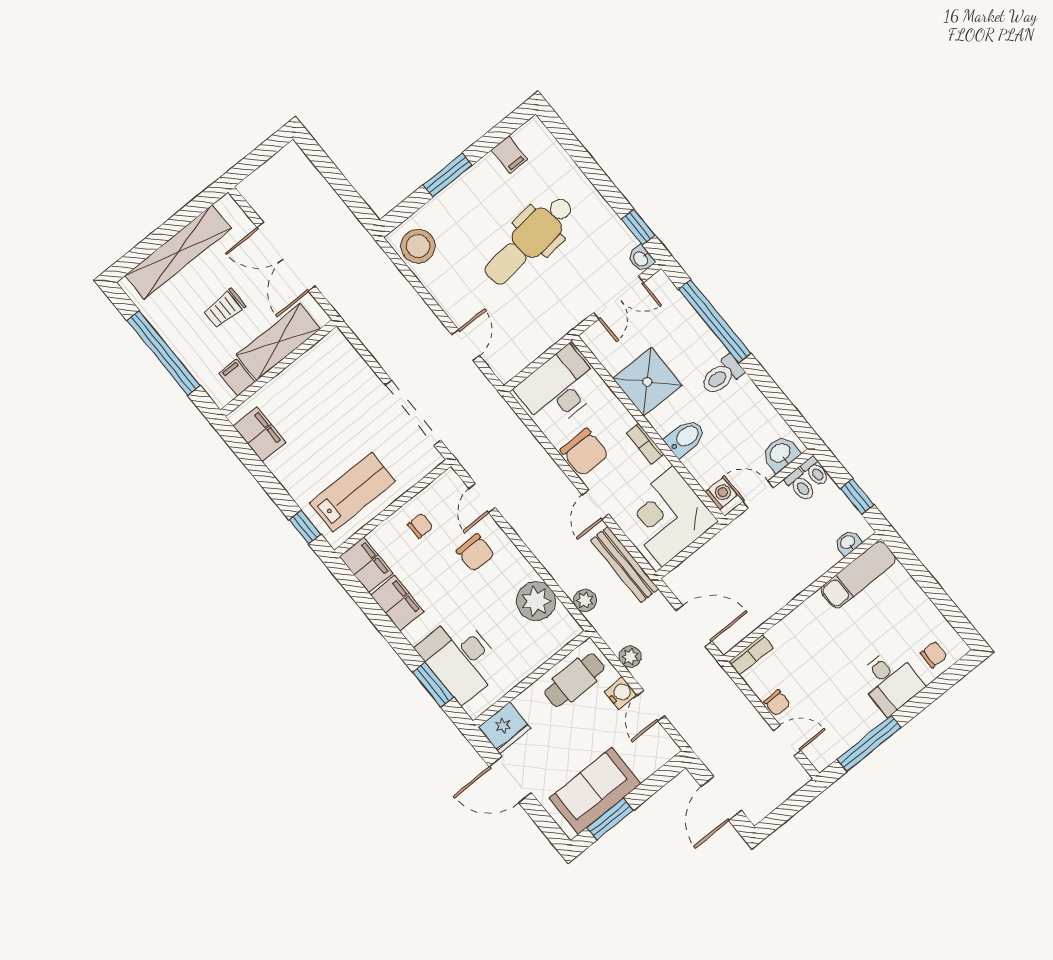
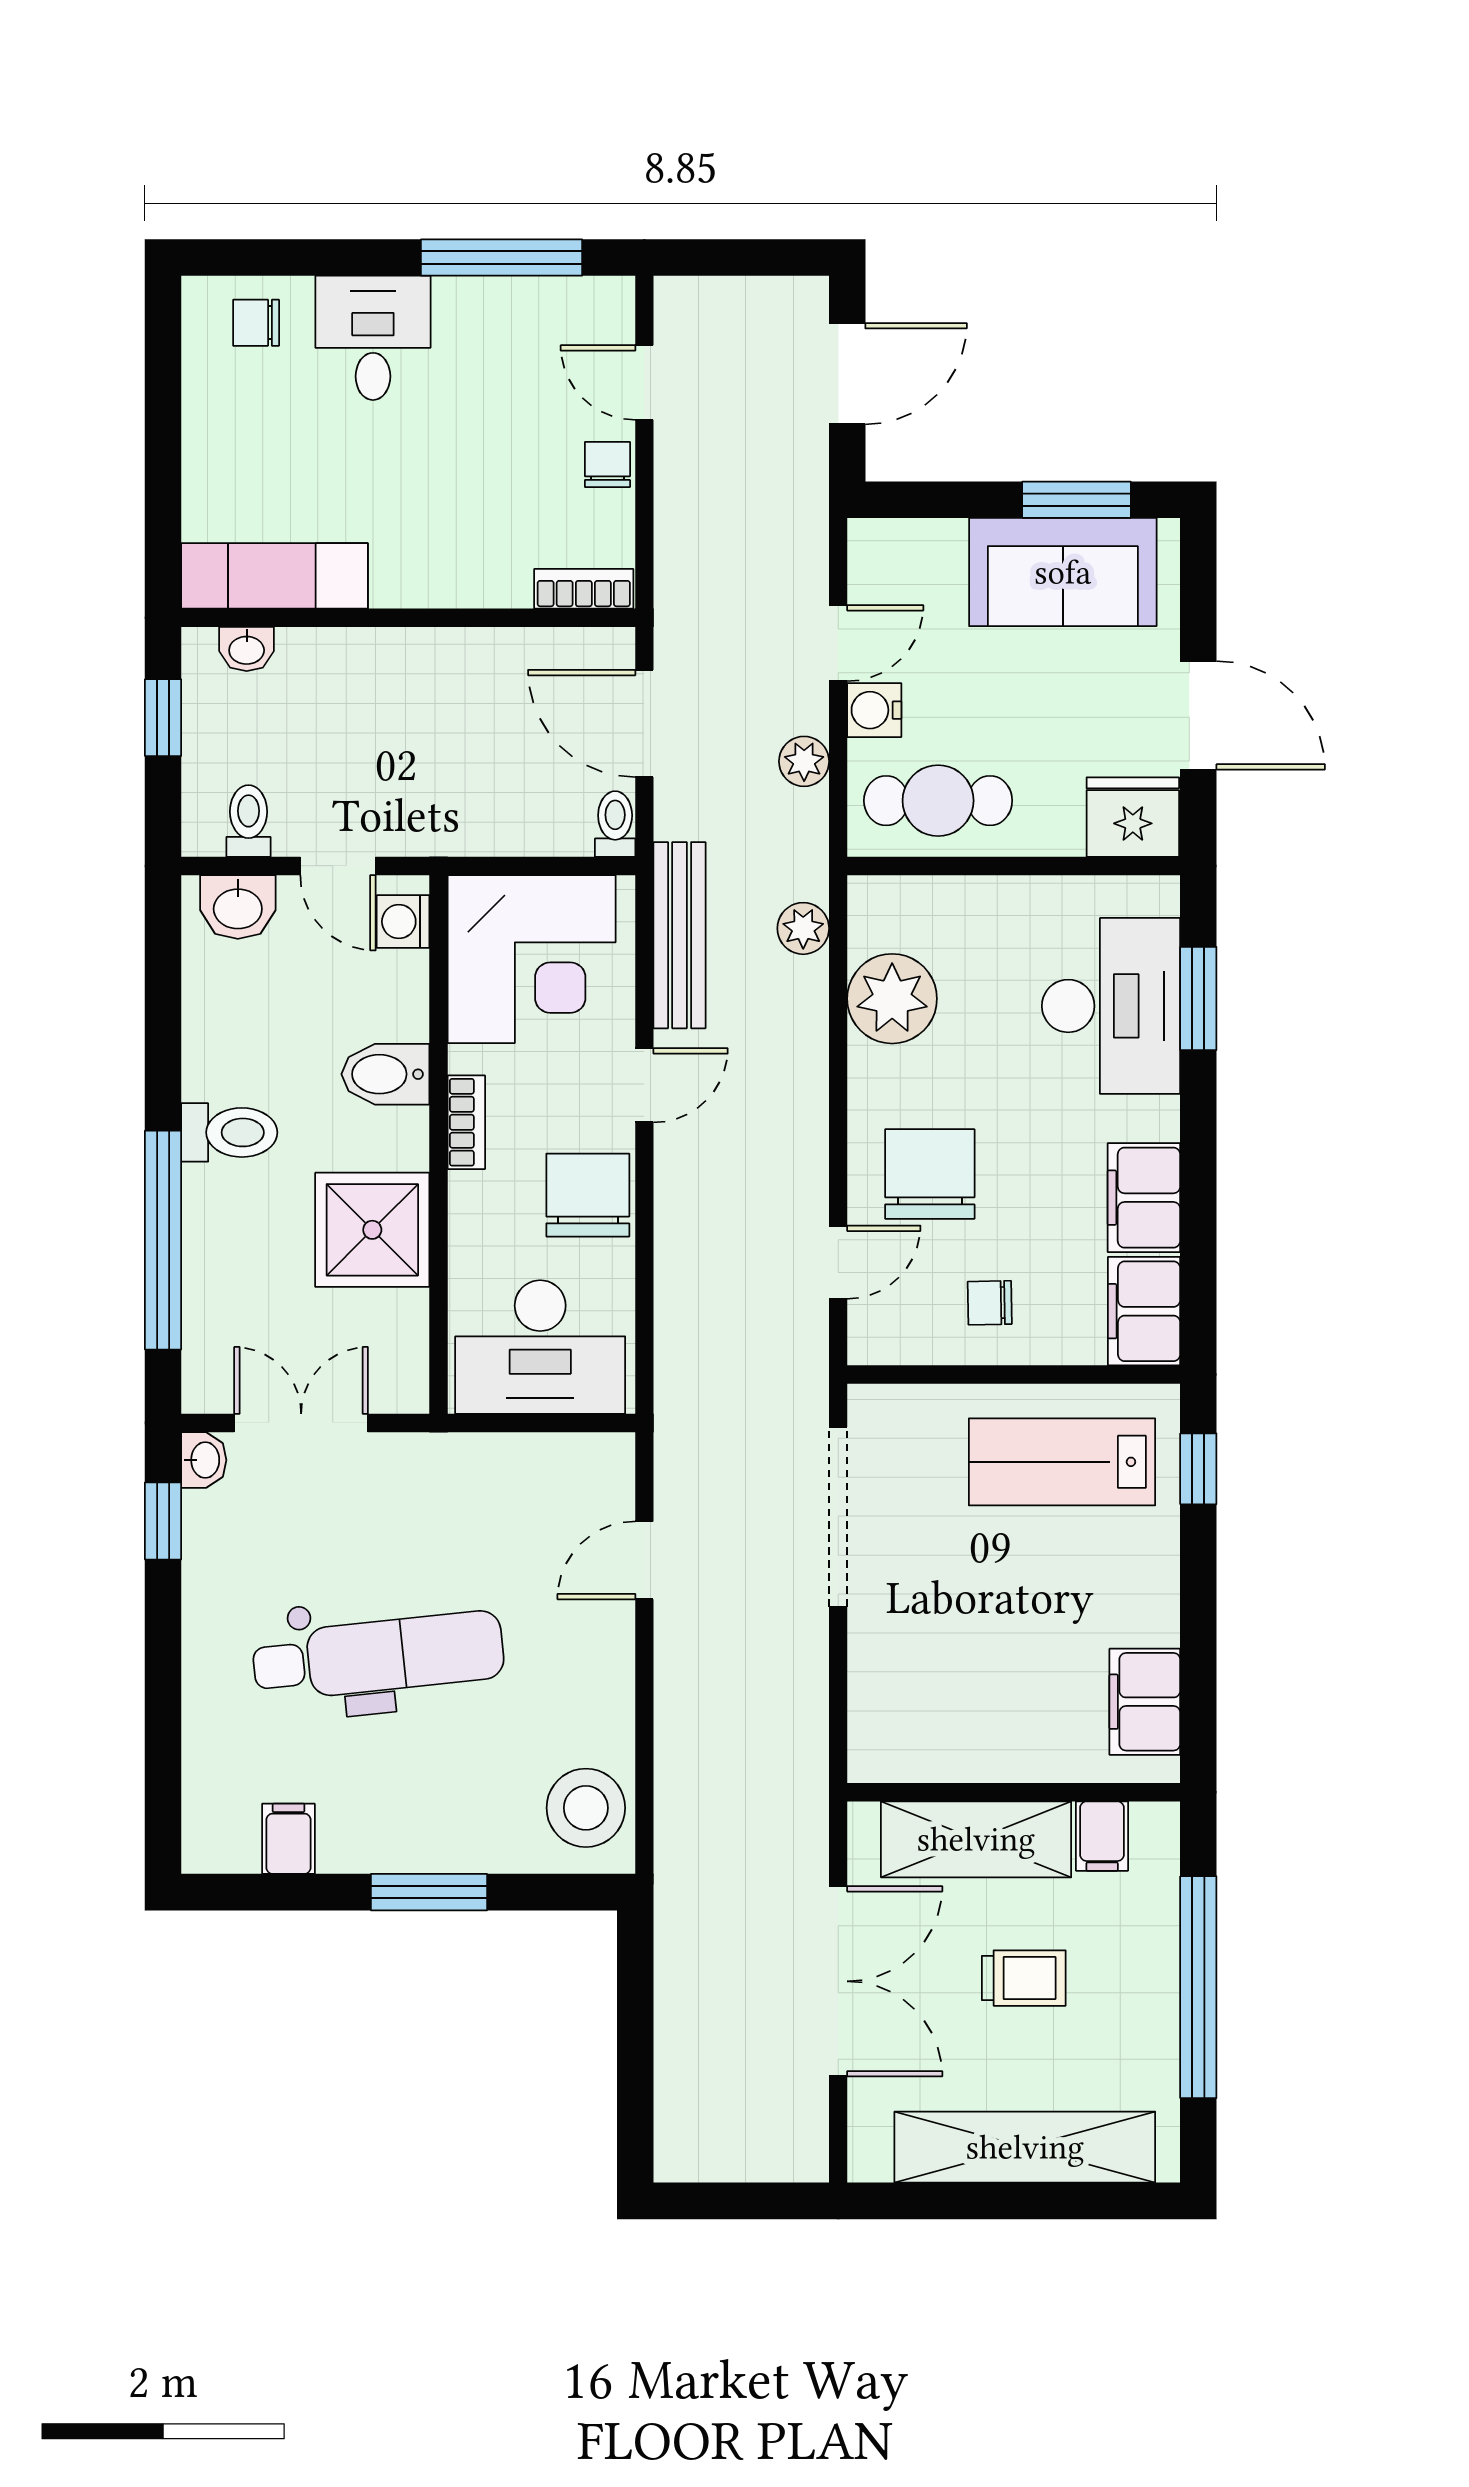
toilet: (815, 471) -> (615, 824), moved
chair: (475, 553) -> (930, 1174), width x1.37, depth x1.37

